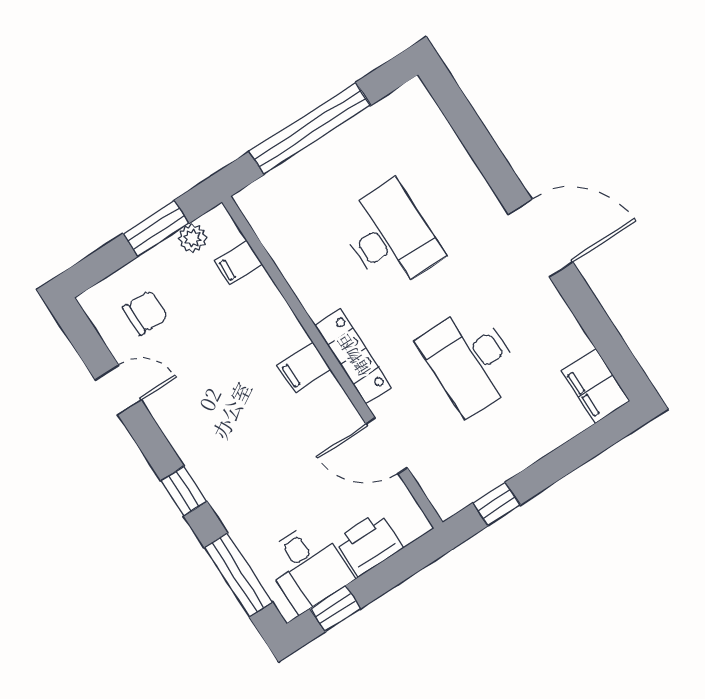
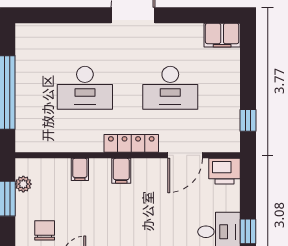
desk: (390, 237) -> (85, 88), turned 180
filing cabinet: (239, 263) -> (80, 169), moved
printer: (369, 544) -> (224, 171), moved, turned -90

